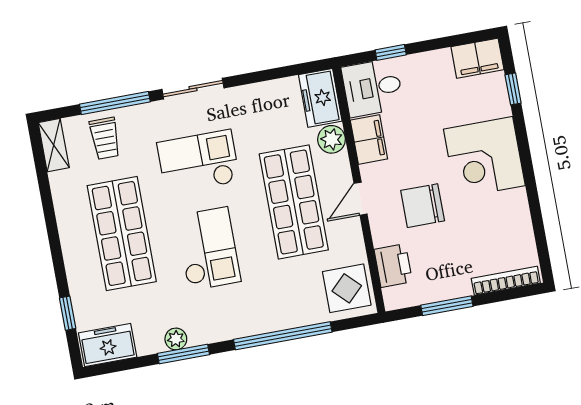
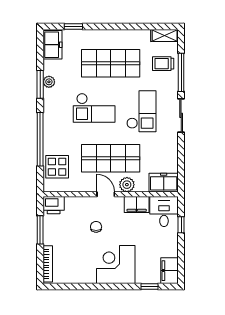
plant: (332, 139) -> (127, 185), moved
chair: (423, 206) -> (96, 227), width x0.54, depth x0.54
printer: (393, 266) -> (54, 205), moved
display table: (347, 288) -> (57, 167), moved

